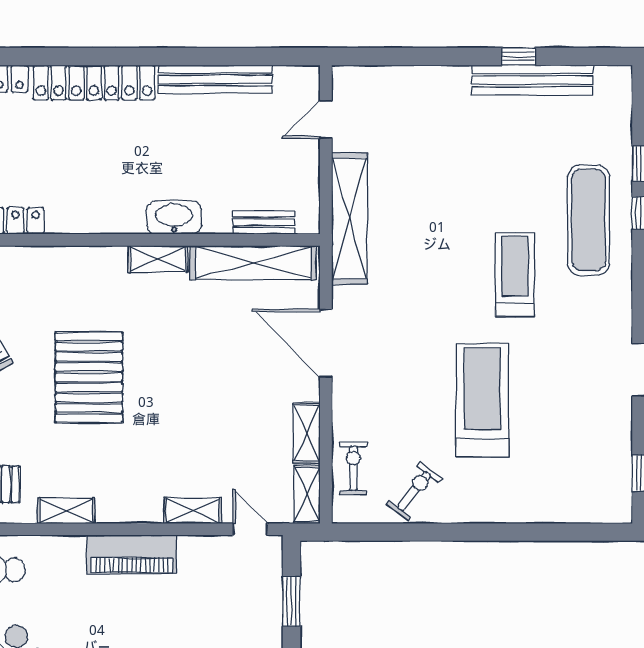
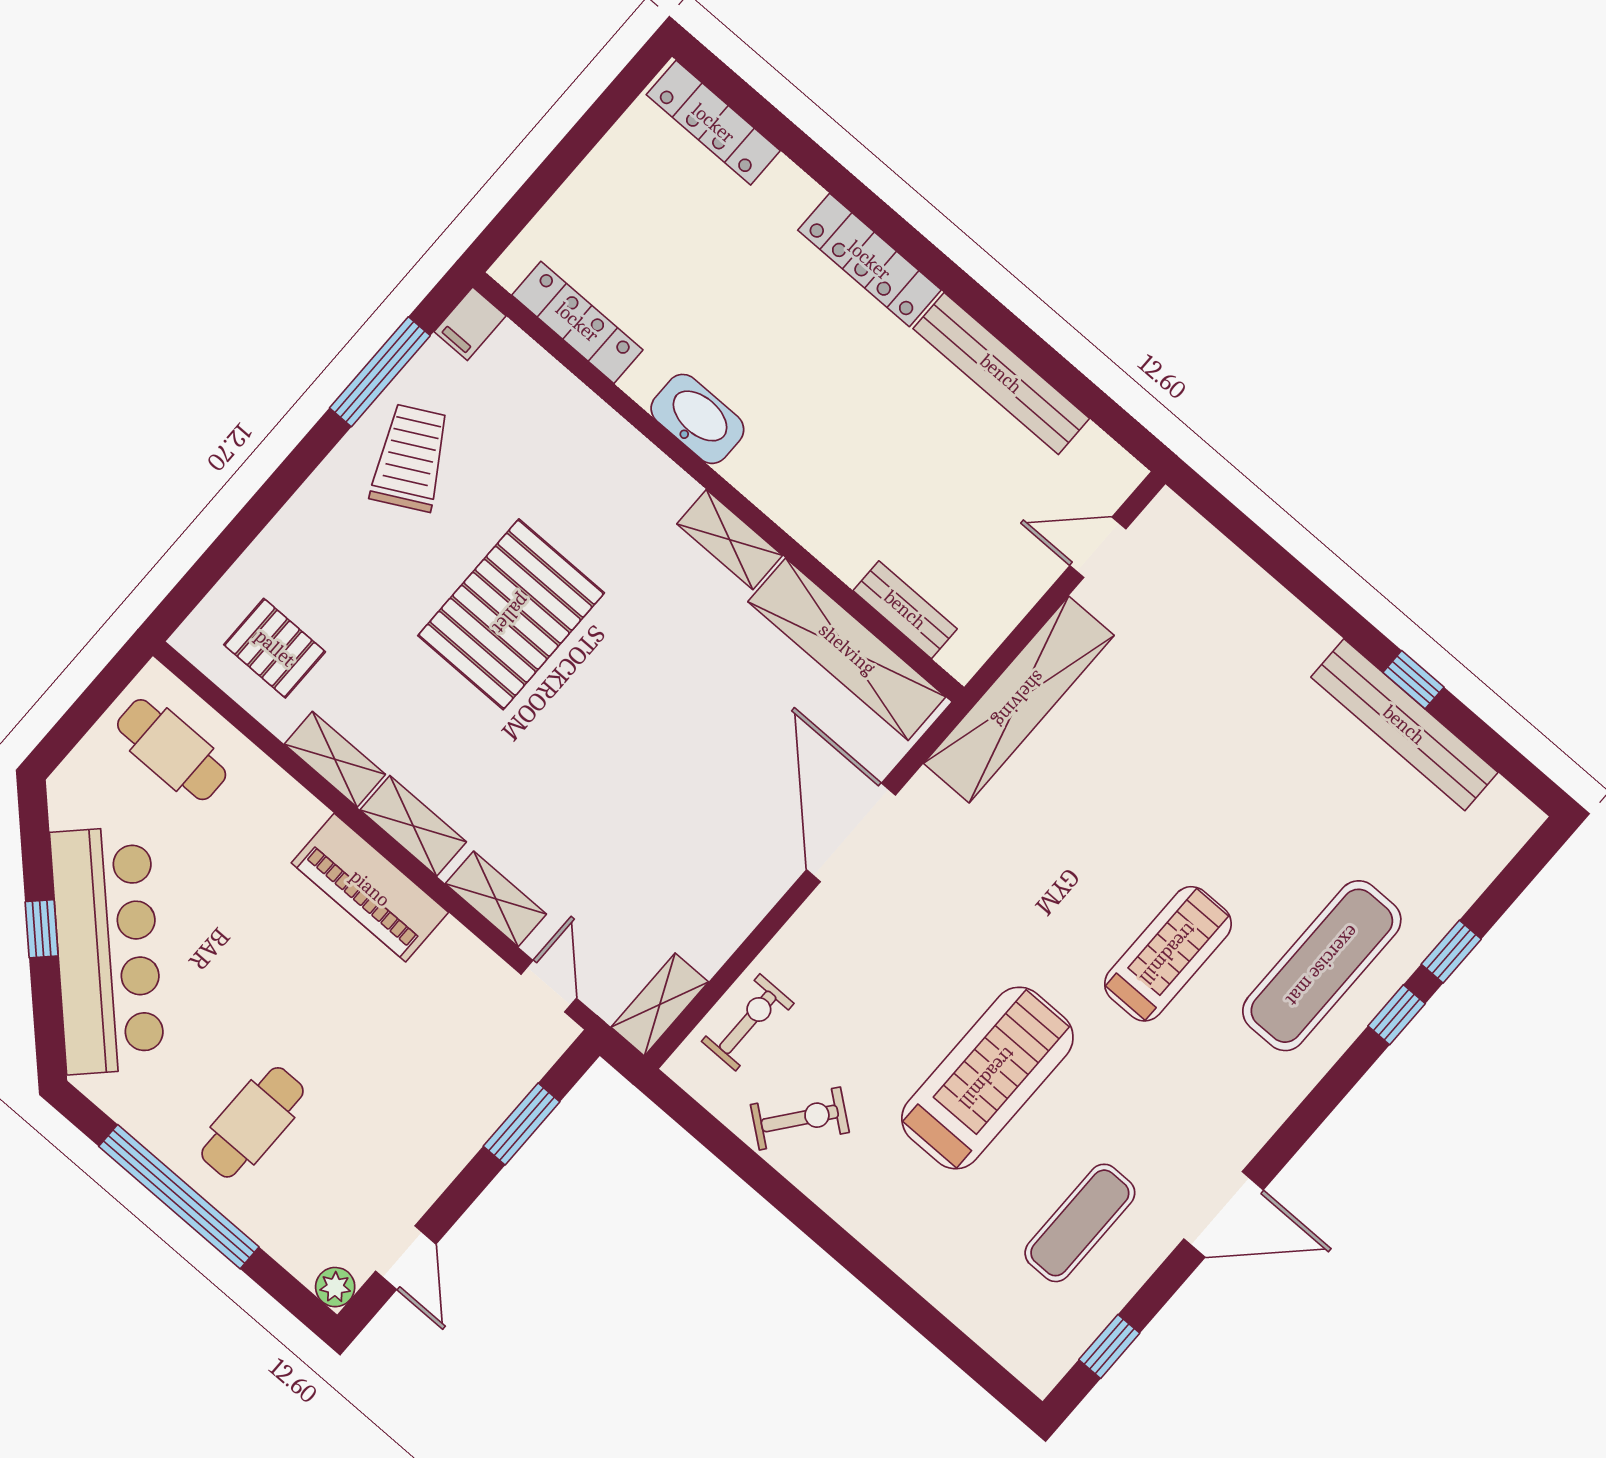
locker: (94, 83) -> (869, 260), width x0.71, depth x0.83
washbasin: (174, 217) -> (697, 419), moved
exercise mat: (580, 429) -> (1080, 1223), added
shelving: (307, 433) -> (413, 826), moved, turned 90

